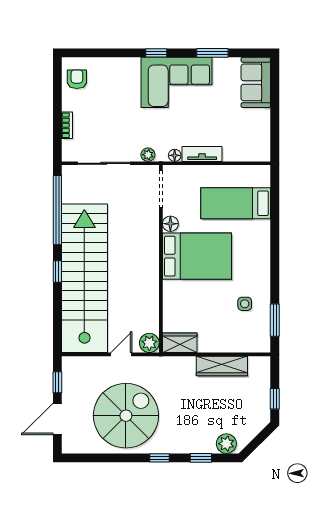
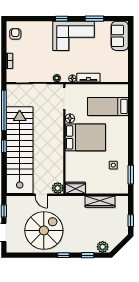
door: (121, 354) -> (41, 195), swing flipped

